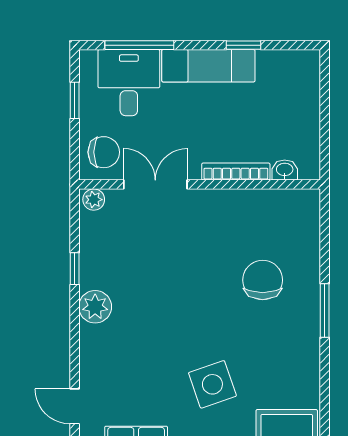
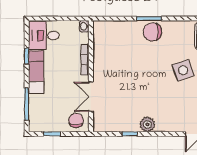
desk: (129, 83) -> (44, 35), moved
washbasin: (285, 170) -> (84, 26), moved
plant: (94, 200) -> (98, 125), removed
chair: (263, 280) -> (152, 32), moved

